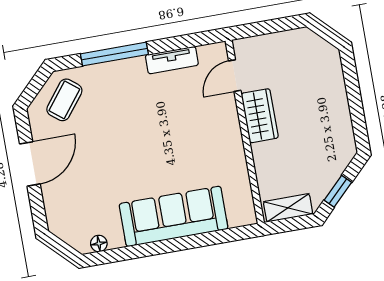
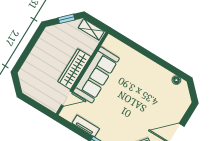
wardrobe: (260, 116) -> (74, 69), width x1.50
sofa: (174, 216) -> (96, 75), moved, turned -90

